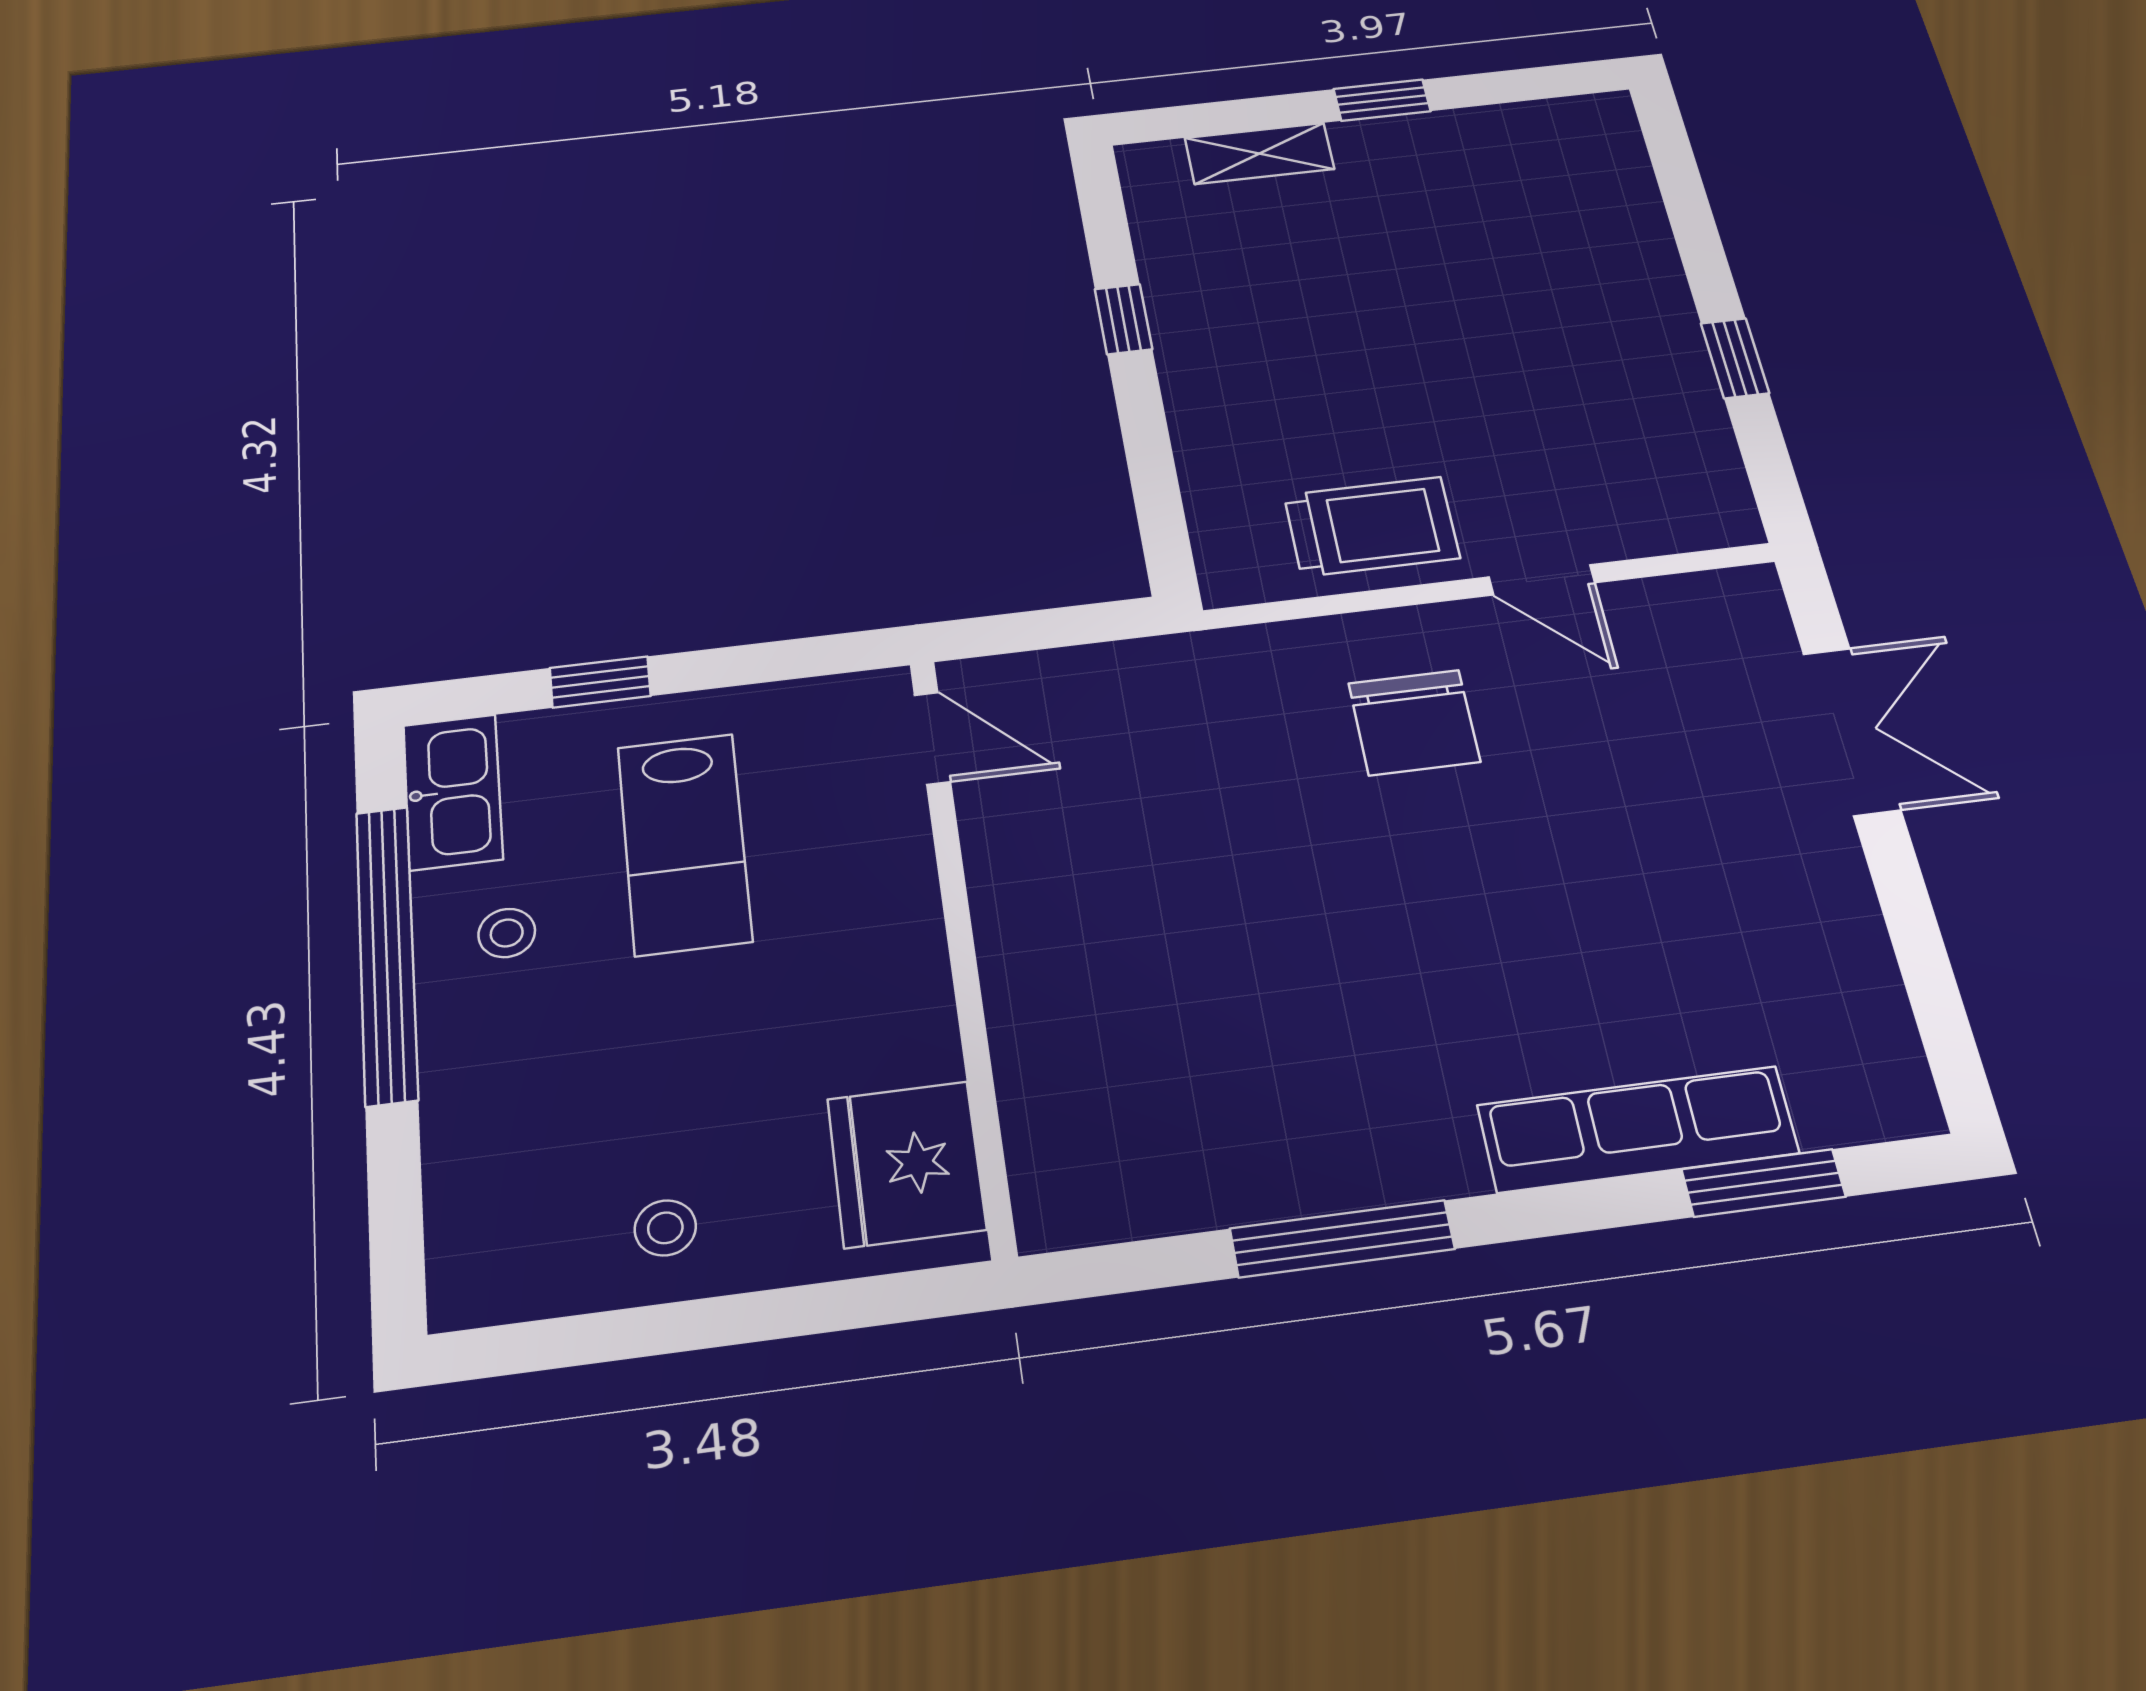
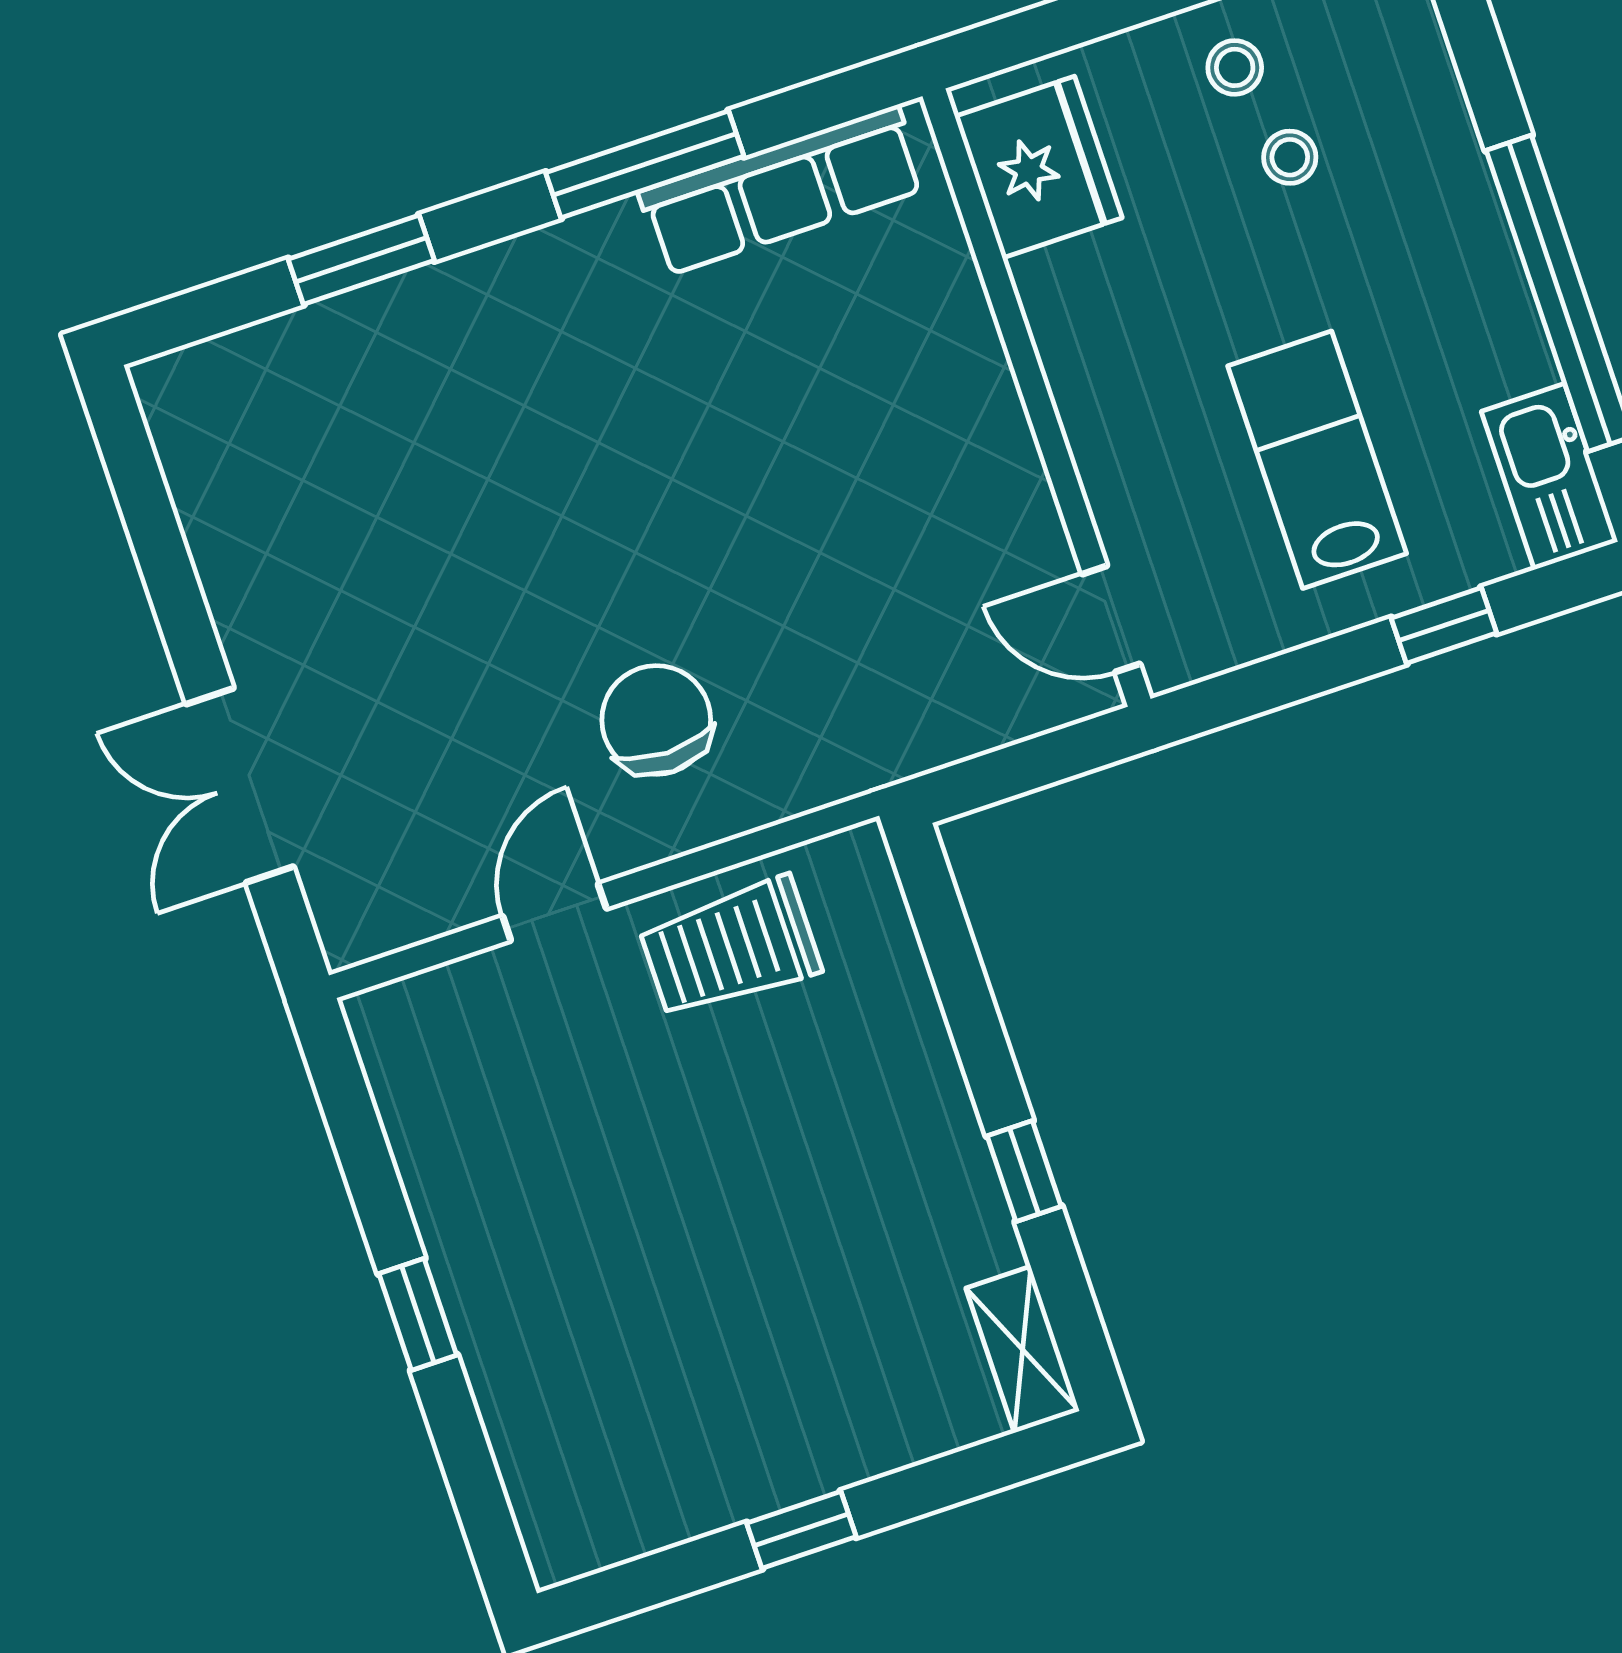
shelving: (1259, 153) -> (1023, 1350), moved, turned 90
window: (1735, 358) -> (418, 1314), moved
door: (1542, 580) -> (554, 912), hinge flipped
stool: (507, 933) -> (1290, 157), moved
row of seats: (1638, 1129) -> (782, 190), moved
window: (1763, 1183) -> (361, 260), moved

